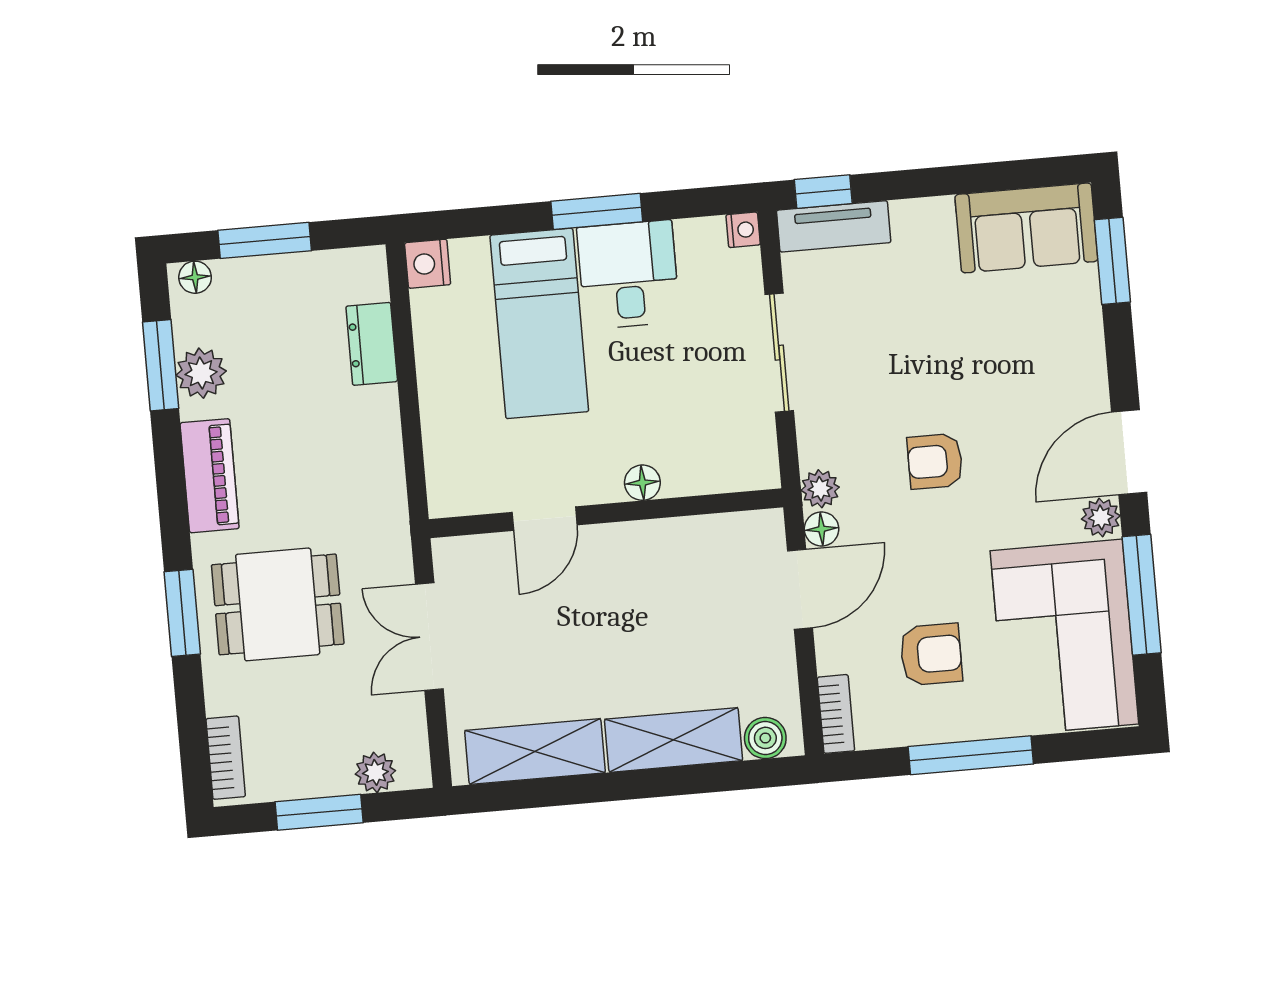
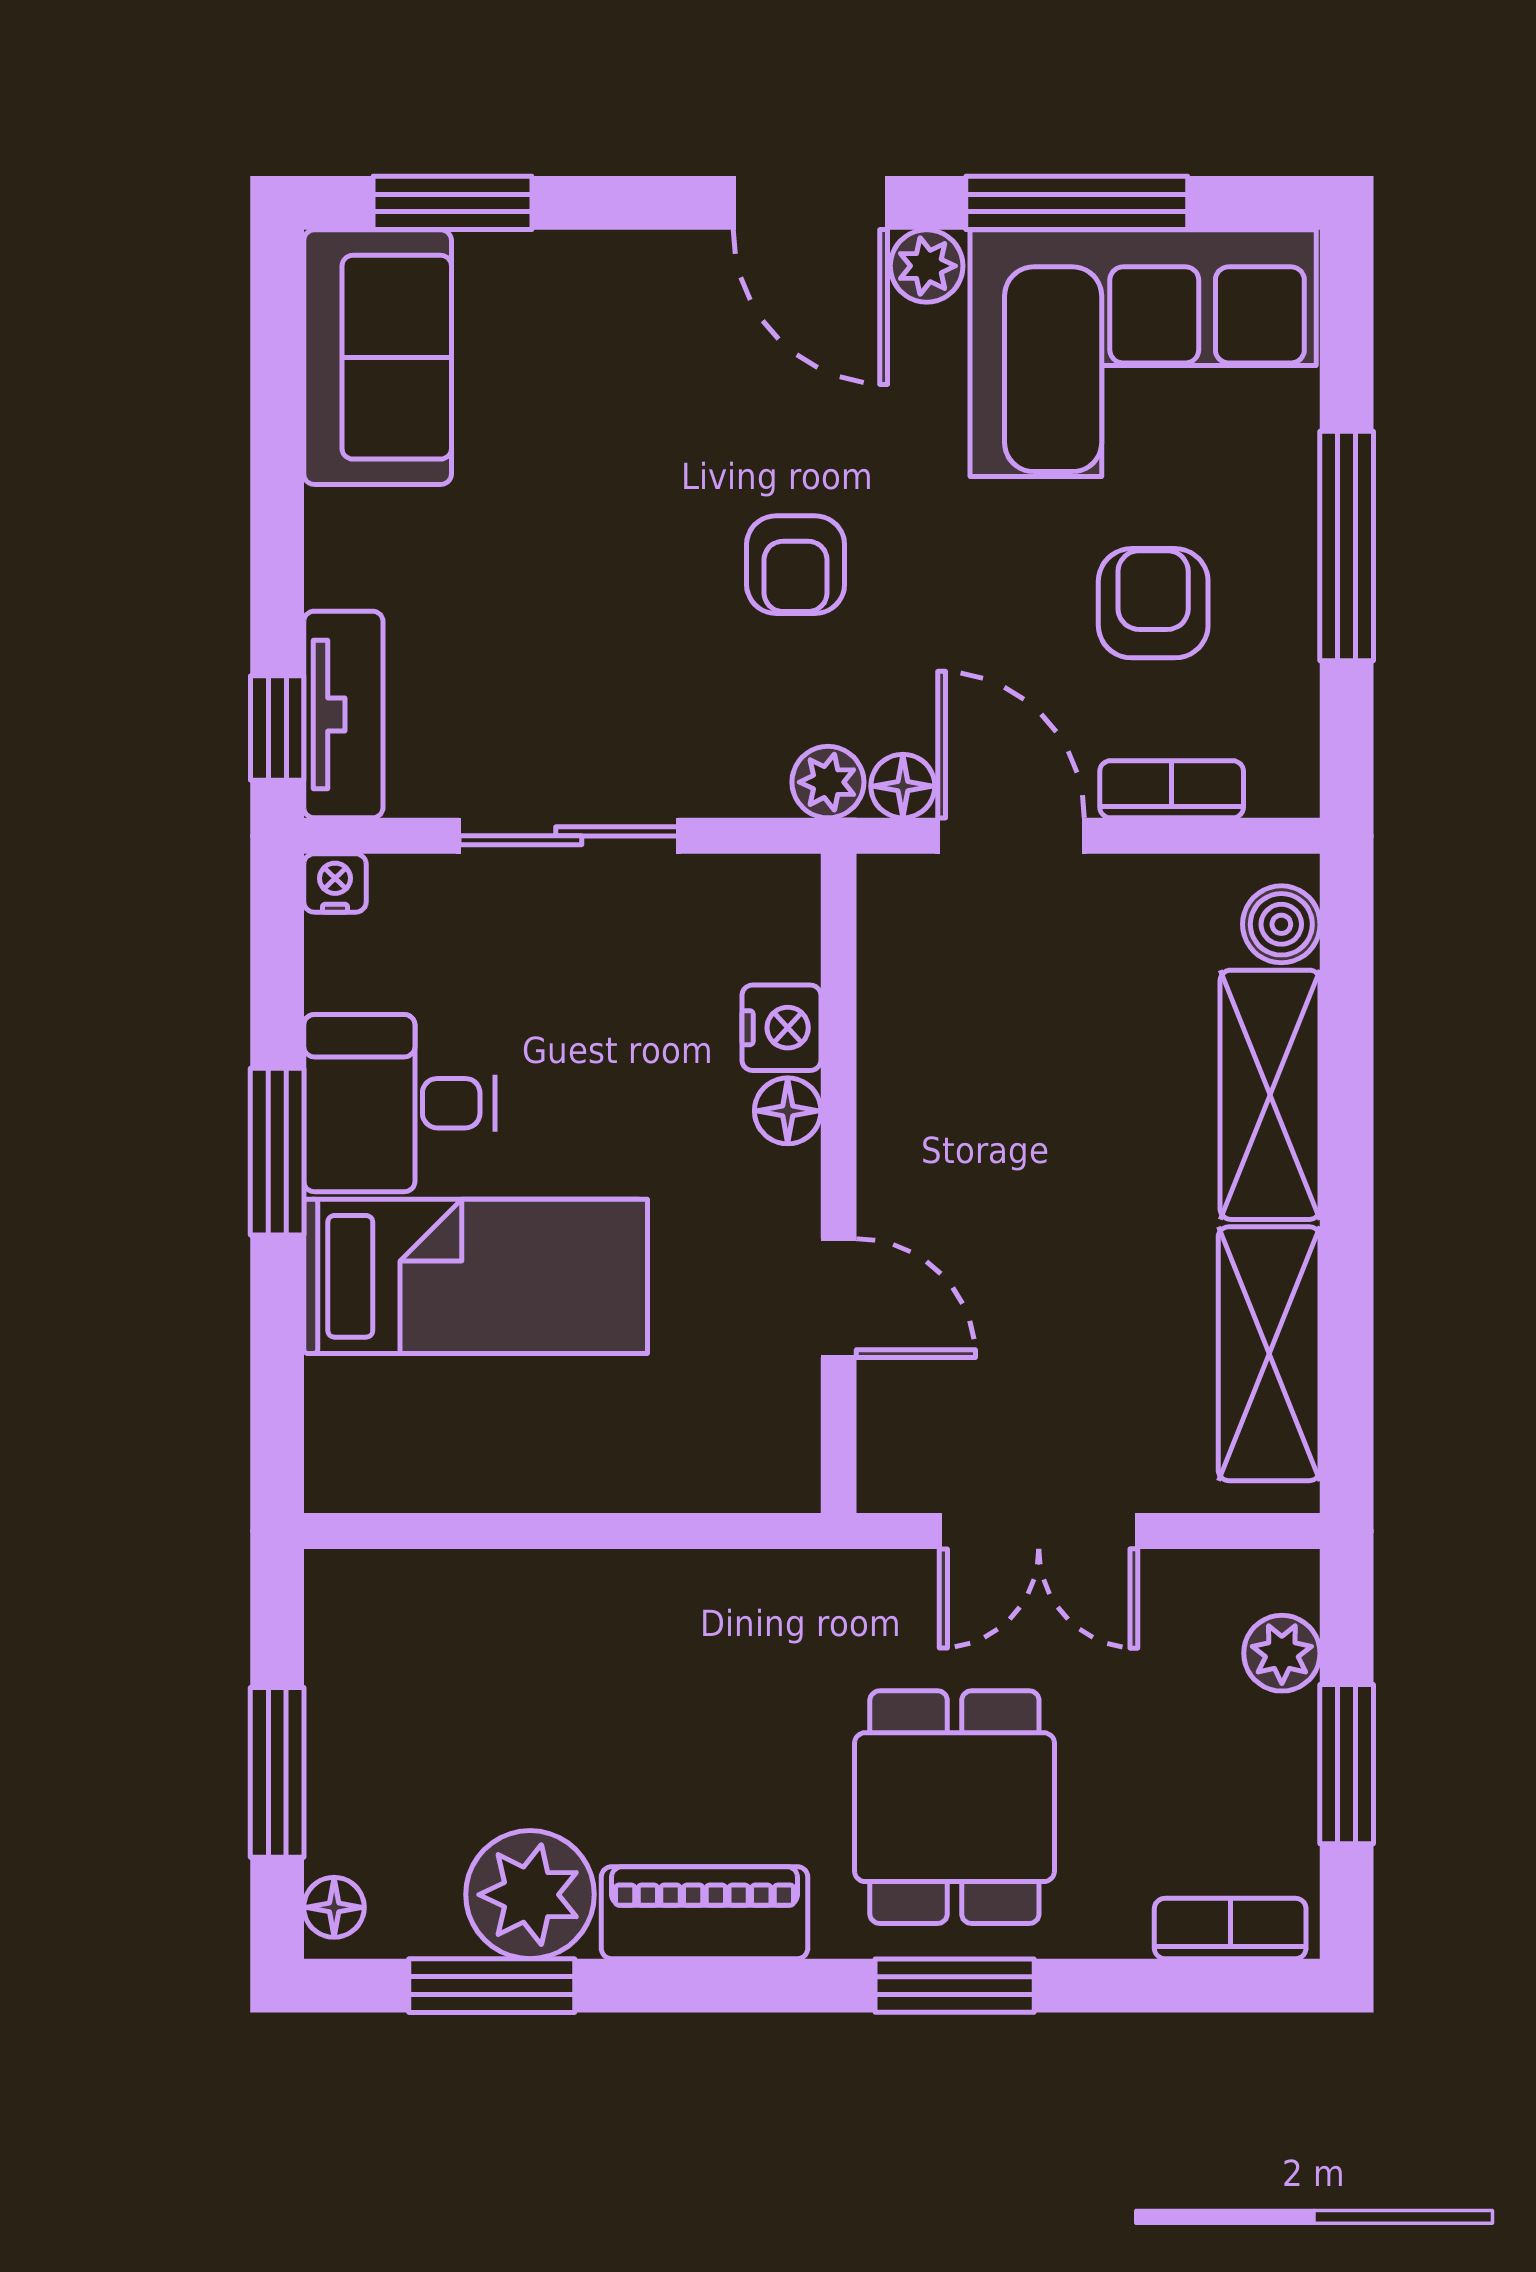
nightstand: (428, 264) -> (781, 1028), moved, turned -90
dresser: (372, 344) -> (486, 1591), removed
plant: (201, 373) -> (530, 1895), width x1.36, depth x1.36
bookcase: (836, 714) -> (1172, 789), moved

